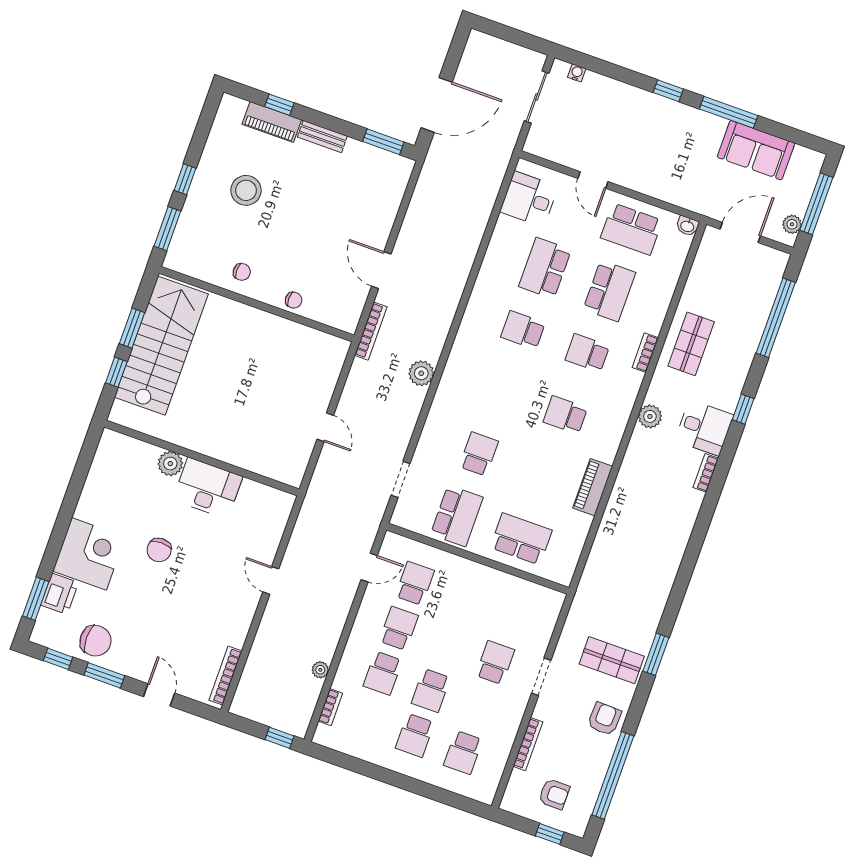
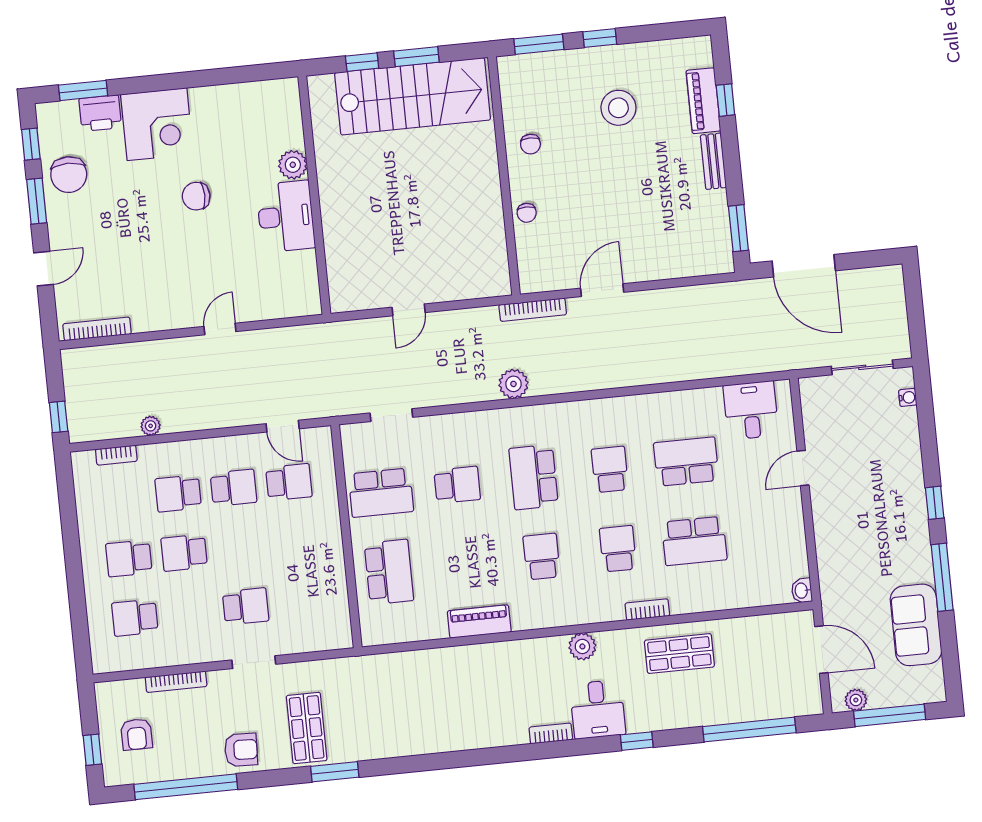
school desk: (631, 229) -> (534, 477), moved

